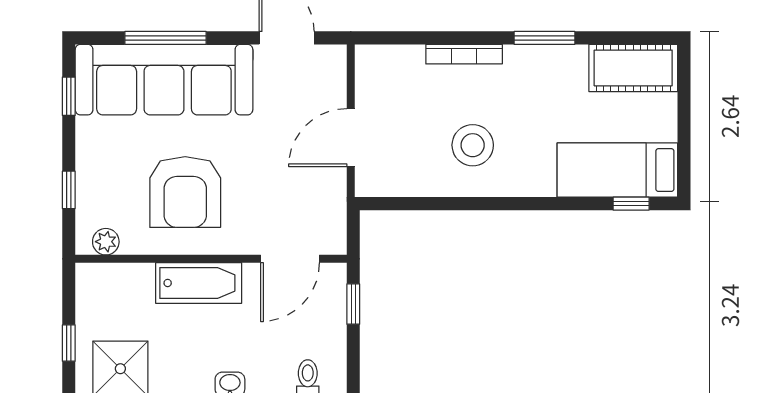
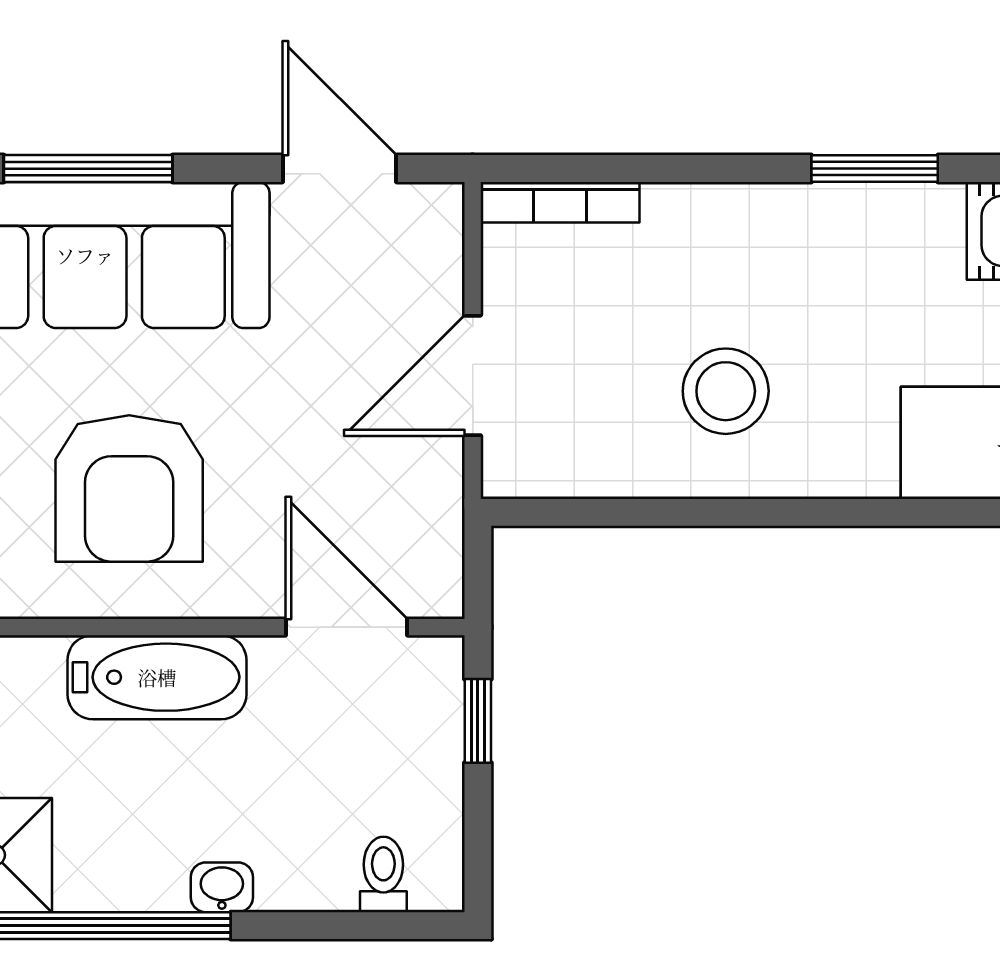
bookcase: (464, 54) -> (560, 202), moved
door: (290, 259) -> (347, 627), swing flipped

